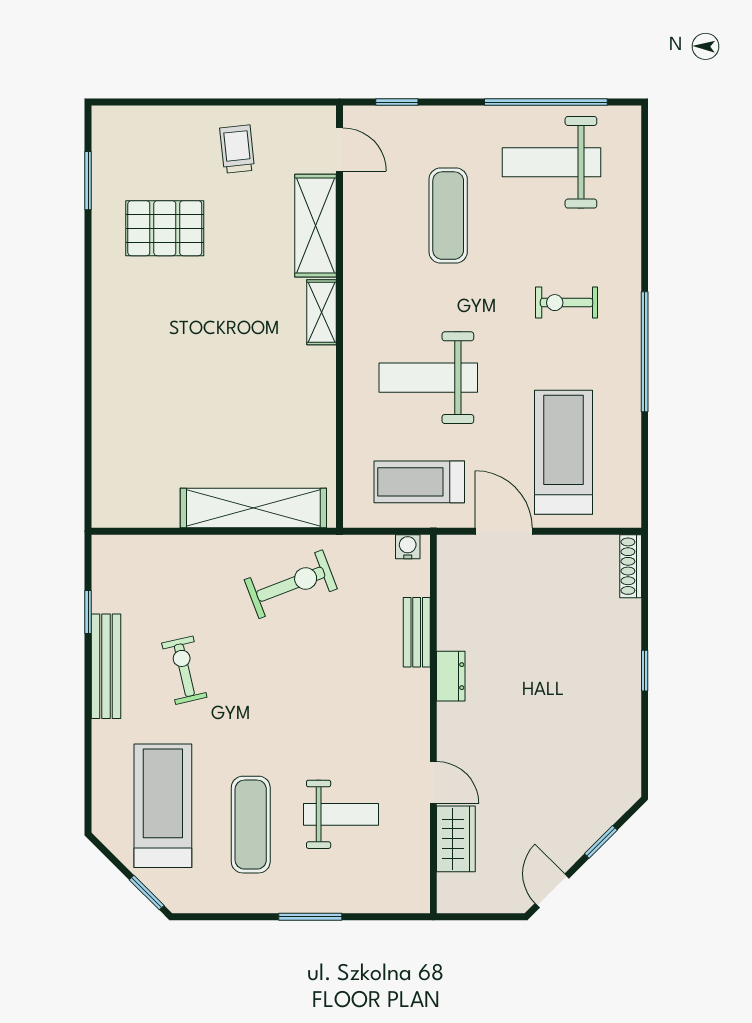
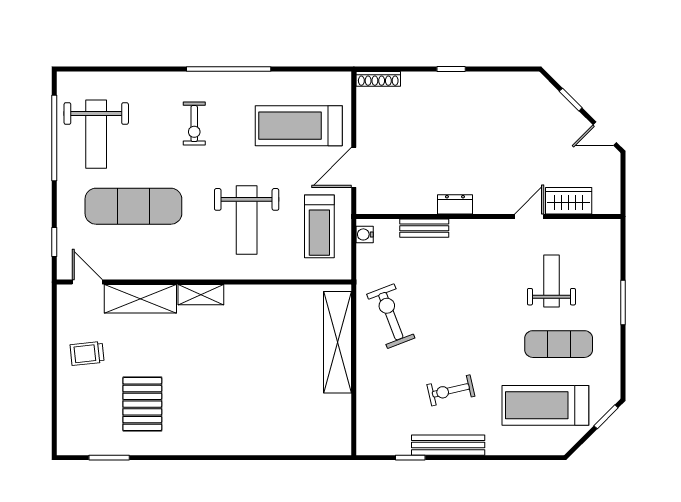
door: (340, 149) -> (87, 282), hinge flipped
exercise mat: (448, 216) -> (133, 206), width x1.36, depth x1.45

